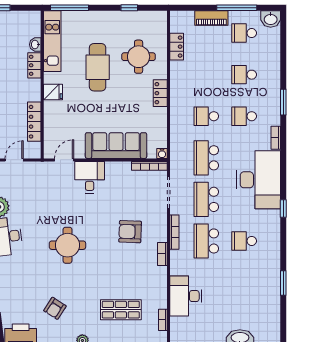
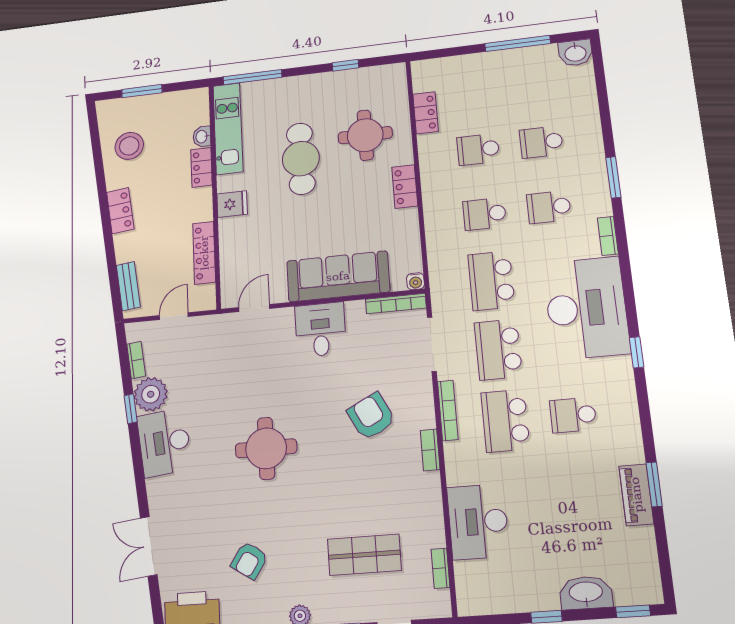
piano: (211, 18) -> (636, 495), moved, turned 90
school desk: (244, 33) -> (478, 149), moved
desk: (90, 177) -> (320, 330), moved
armchair: (130, 232) -> (371, 416), turned 61

